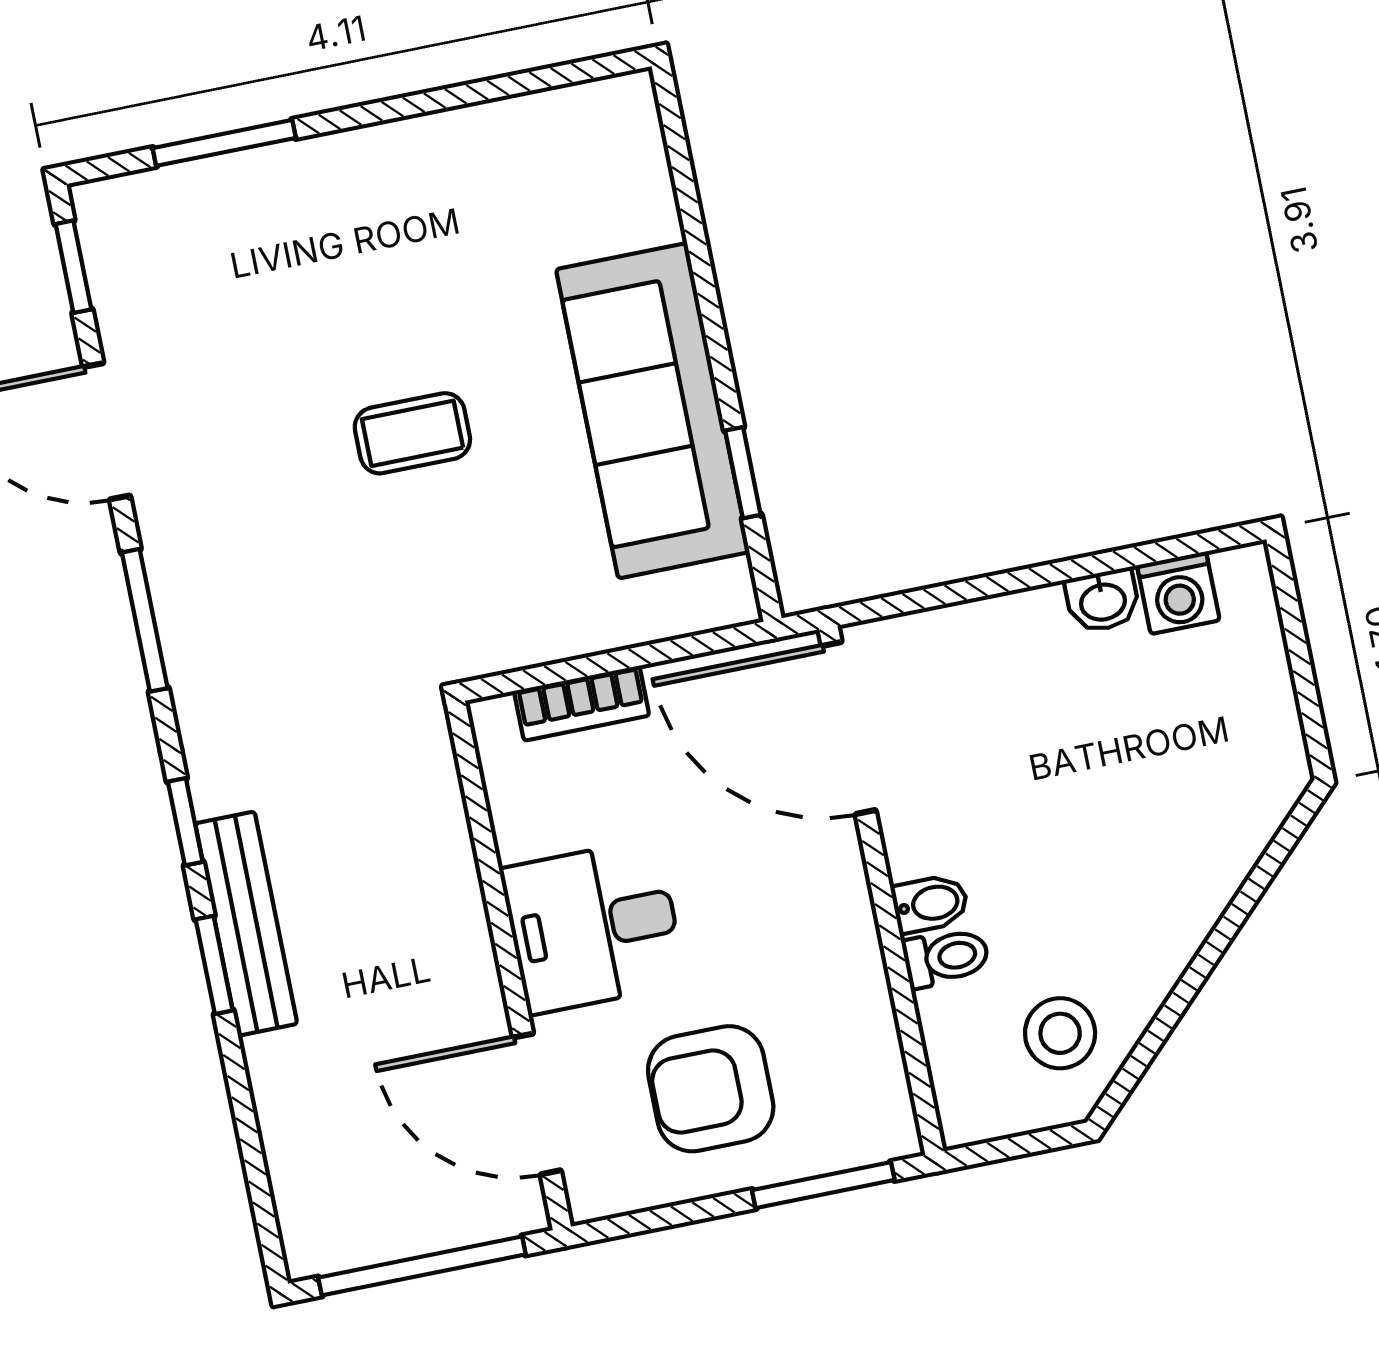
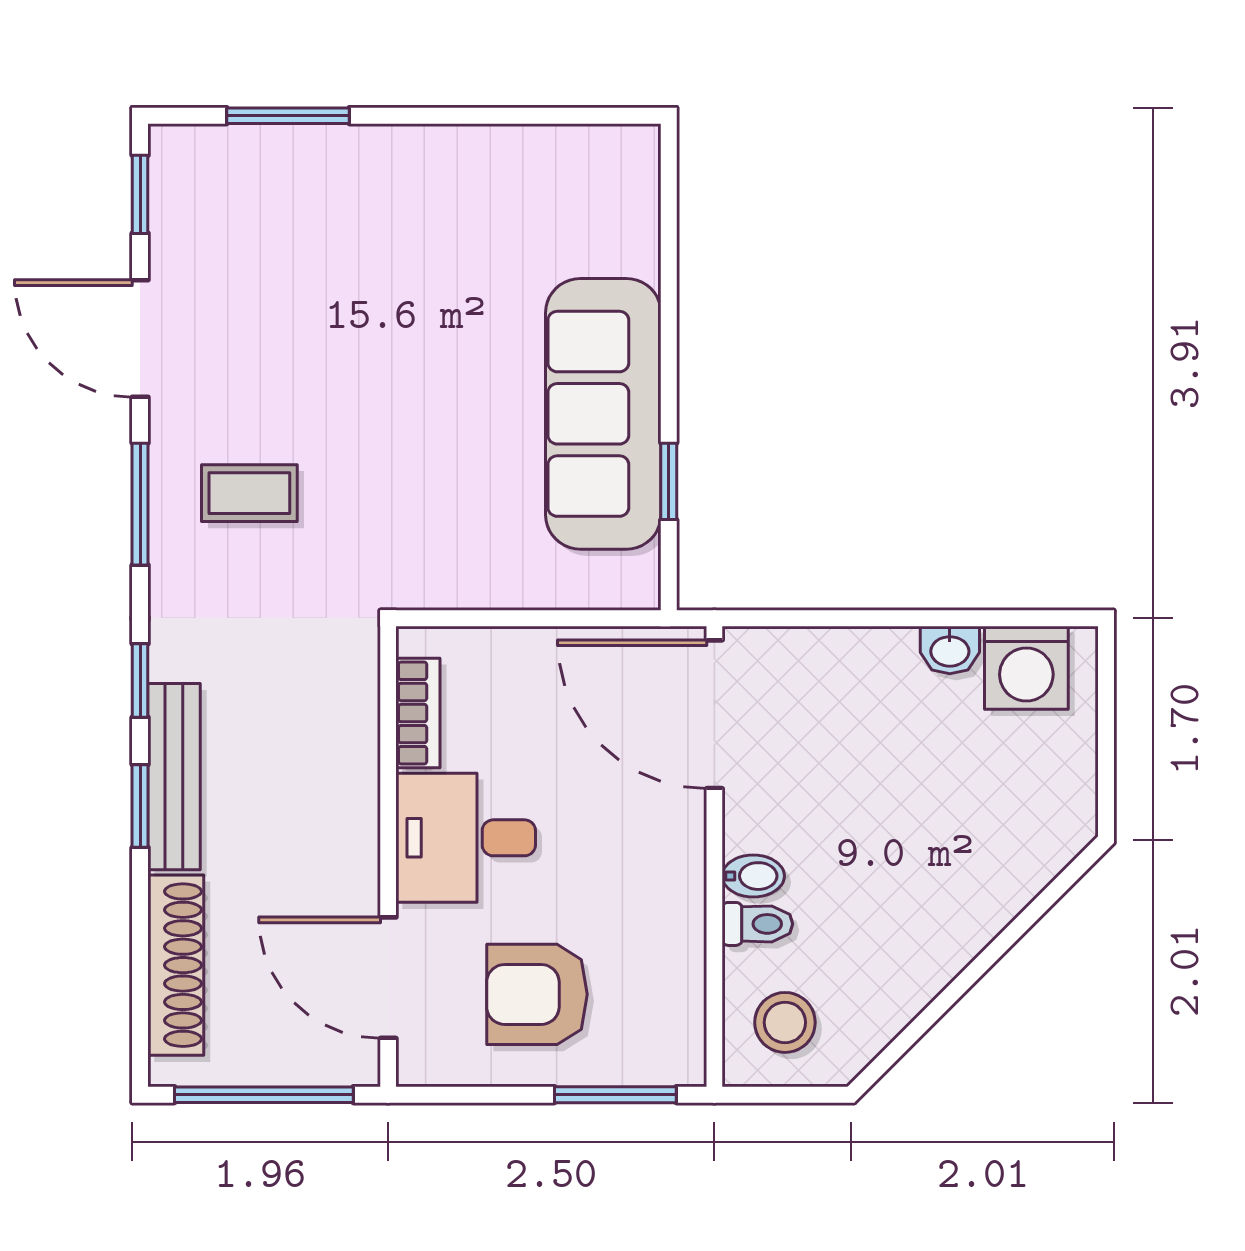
coffee table: (412, 433) -> (249, 493), moved
washing machine: (1178, 593) -> (1026, 668), width x1.38, depth x1.38
bookcase: (582, 703) -> (418, 713), moved, turned -90
stool: (1060, 1033) -> (785, 1022), moved
shoe rack: (292, 1138) -> (176, 965), added

